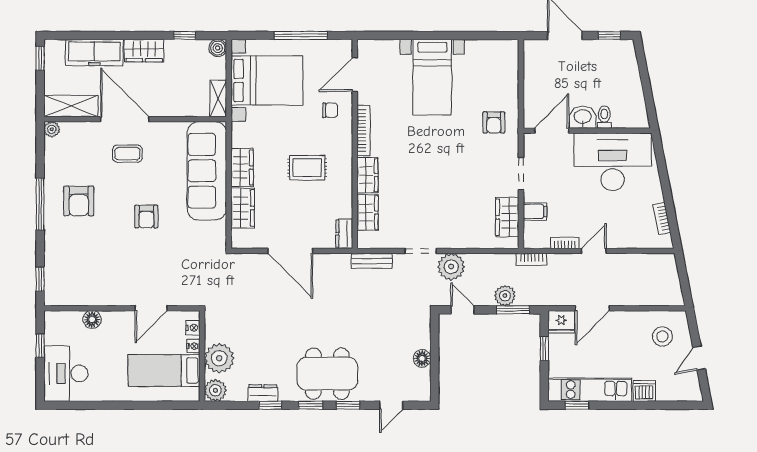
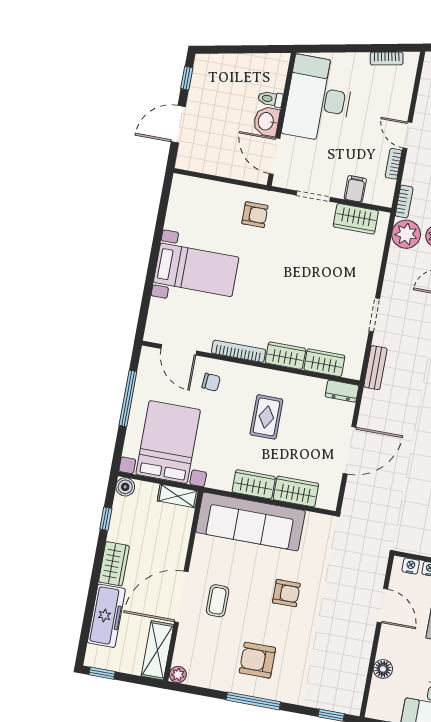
chair: (330, 110) -> (211, 382), turned 94
armchair: (79, 201) -> (257, 660), turned 180
plant: (451, 267) -> (406, 234), moved

